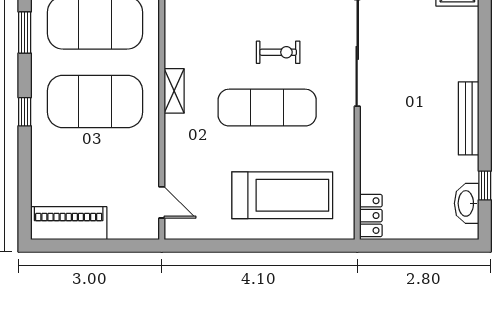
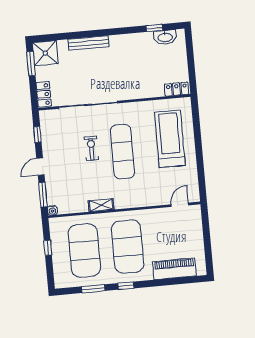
shelving: (174, 91) -> (101, 205), moved
window: (25, 112) -> (126, 286), moved
bench: (469, 118) -> (88, 43), moved
piano: (69, 223) -> (174, 269), moved, turned 90

